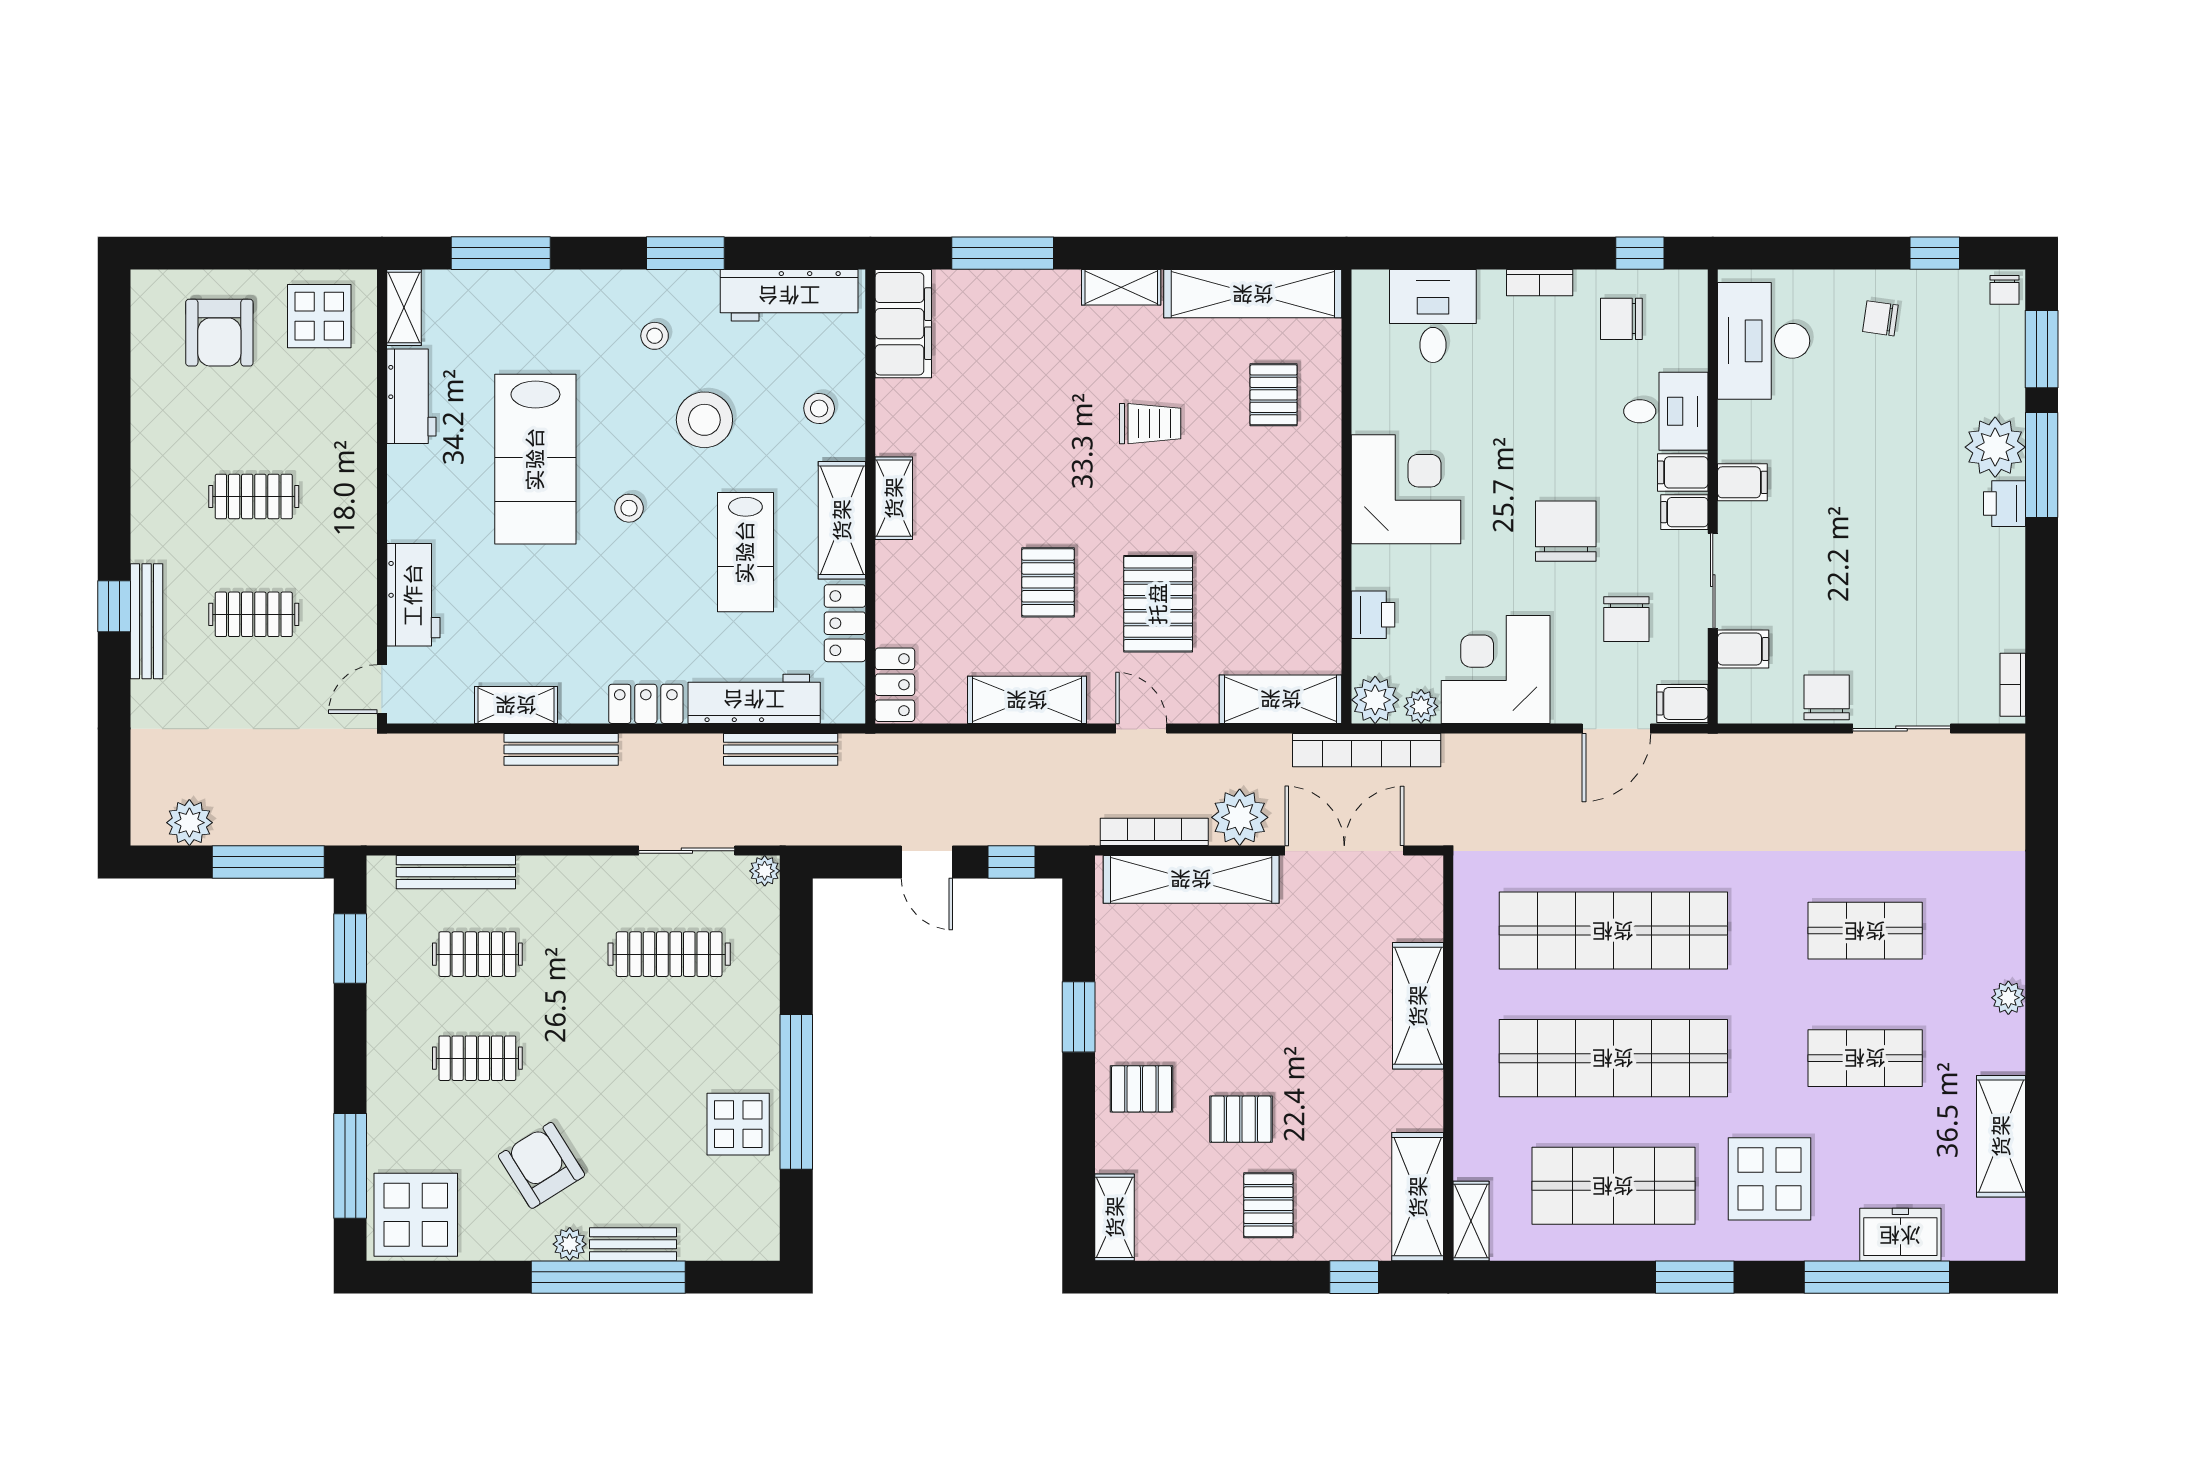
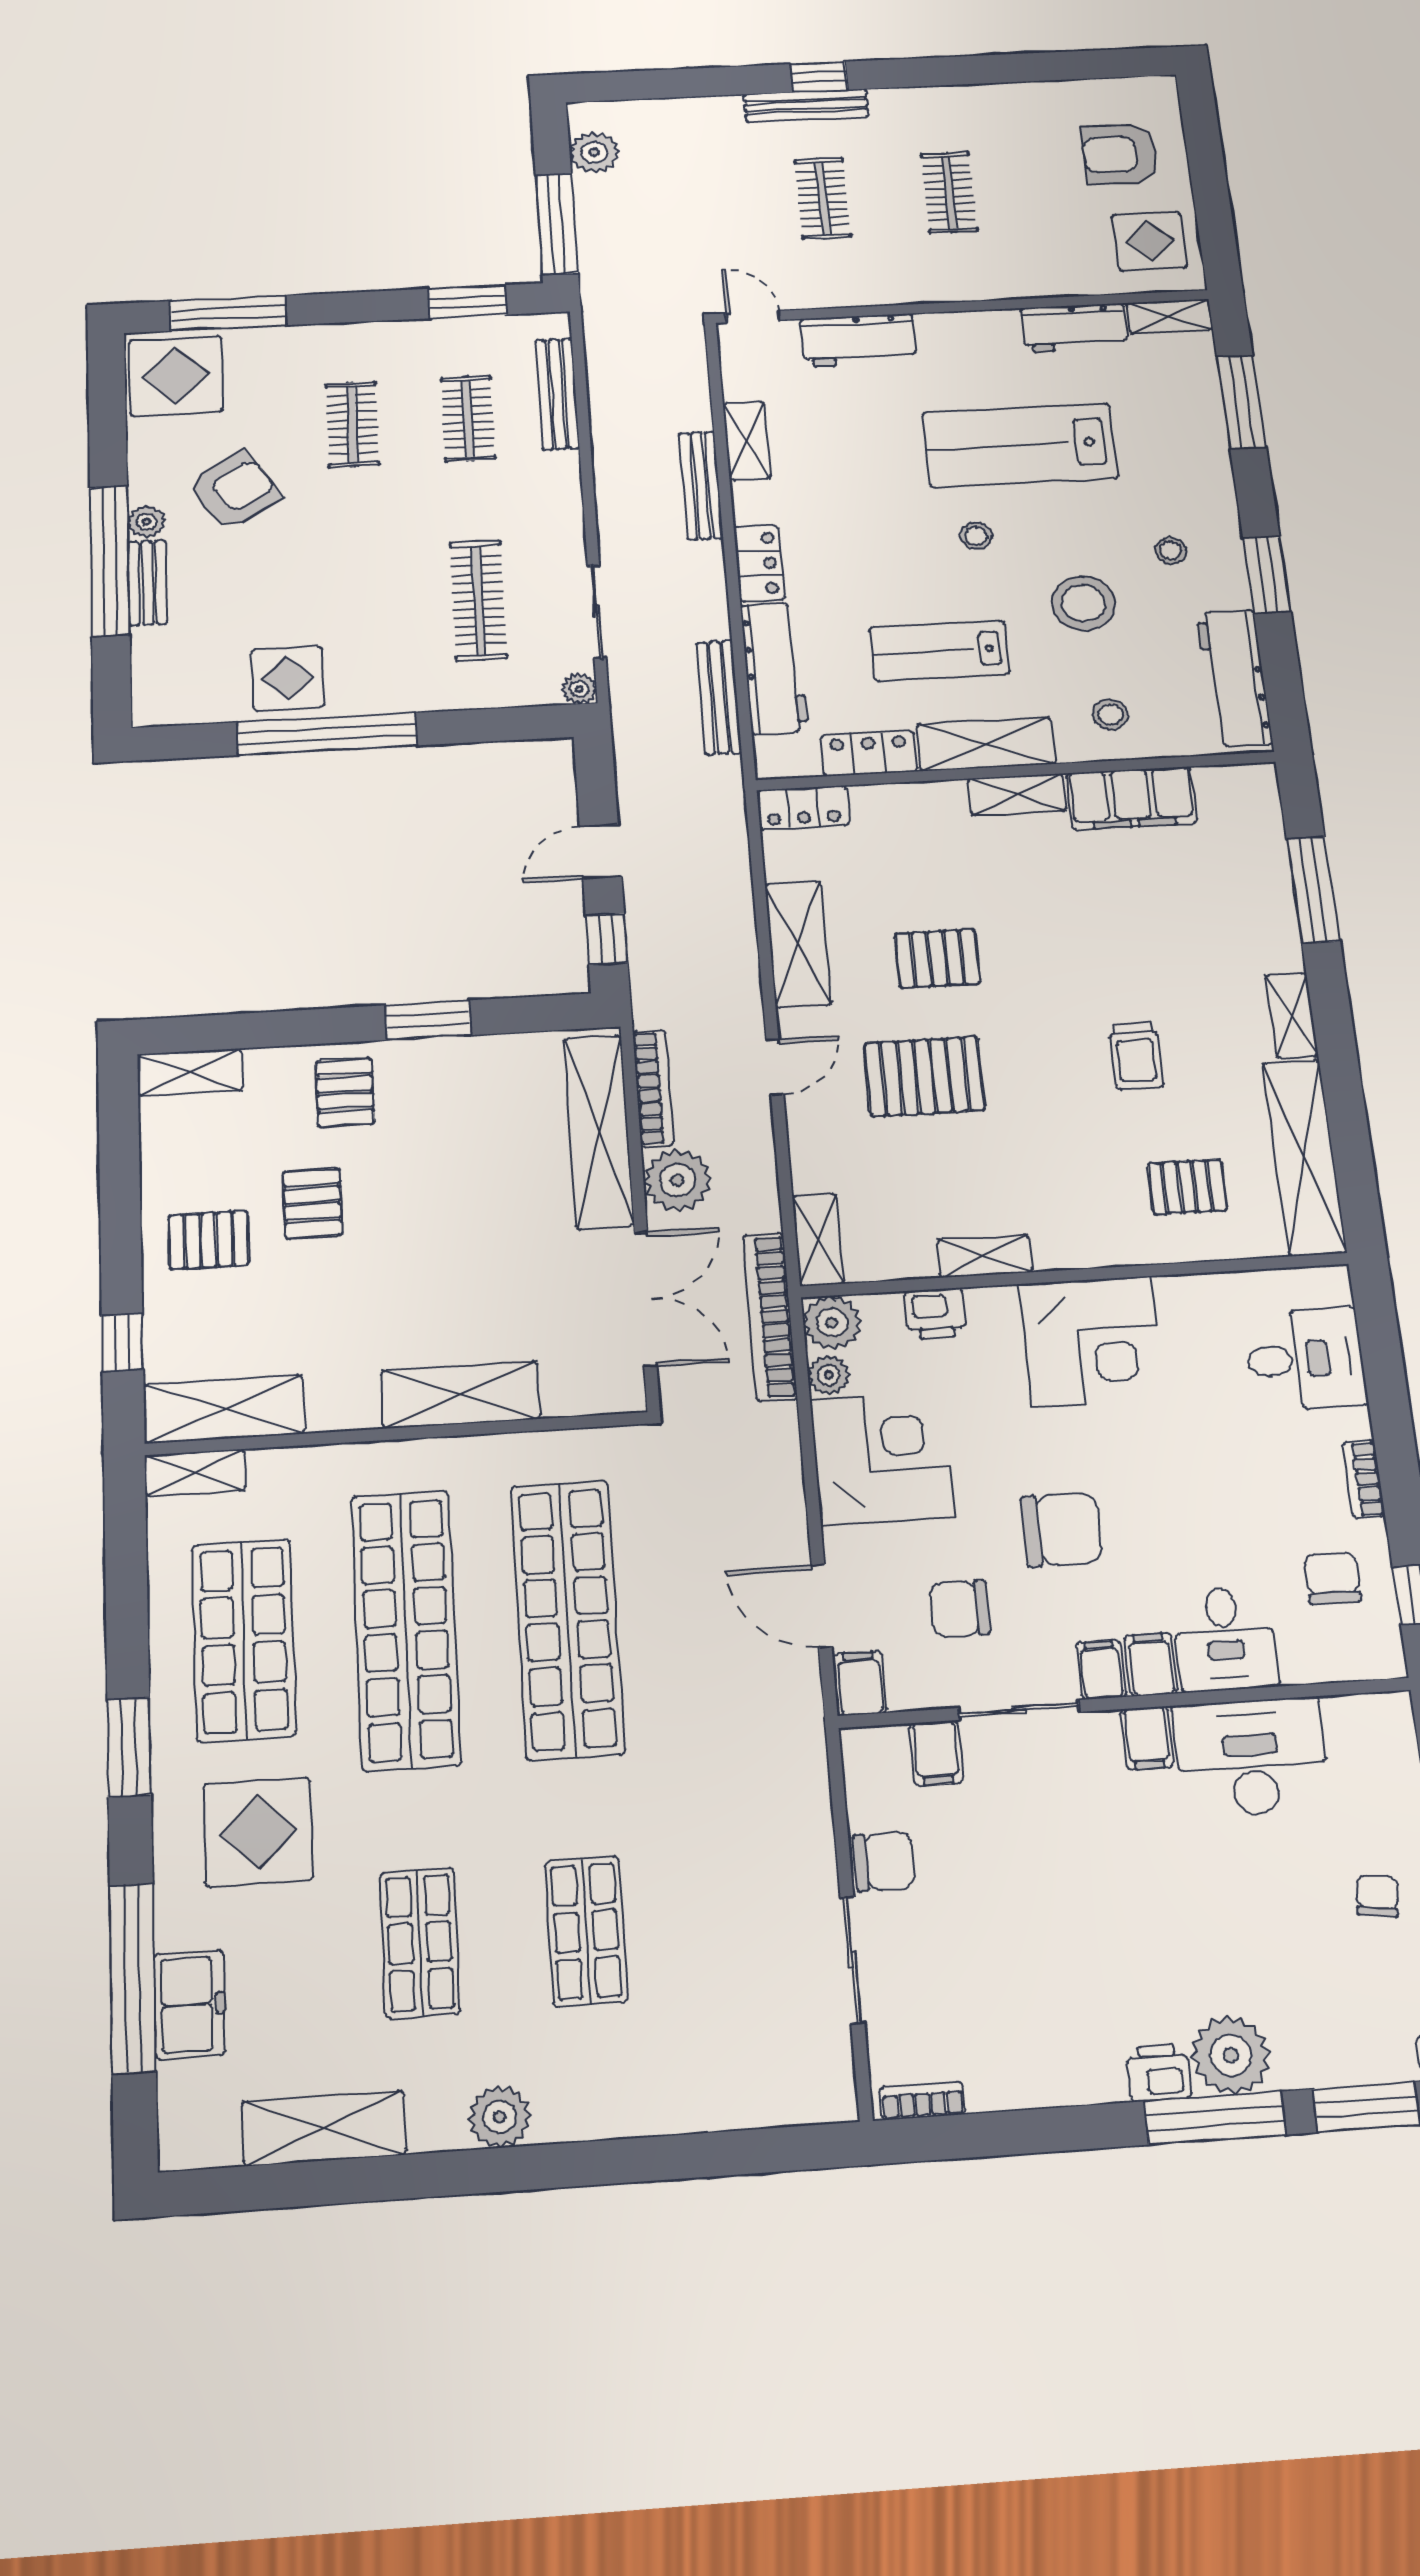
filing cabinet: (903, 324) -> (1131, 798), moved
desk: (1764, 341) -> (1252, 1757), moved
shelving: (1325, 569) -> (984, 1256), added
shelving: (1281, 699) -> (818, 1240), width x0.67, depth x0.75
plant: (2008, 998) -> (500, 2117), width x1.38, depth x1.38

